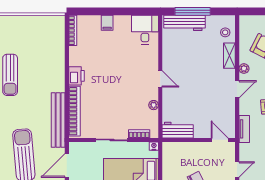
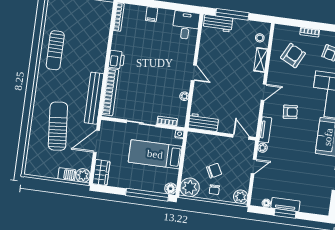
workbench: (184, 23) -> (218, 23), width x0.73
plant: (244, 69) -> (263, 148), moved

